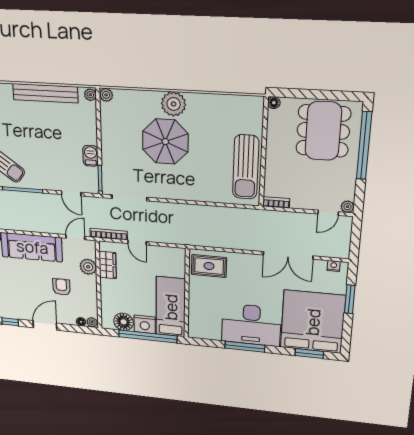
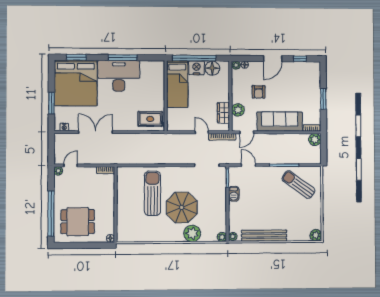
plant: (174, 104) -> (192, 233), moved
dining table: (323, 131) -> (78, 222), width x0.73
sun lounger: (246, 167) -> (152, 193), moved

